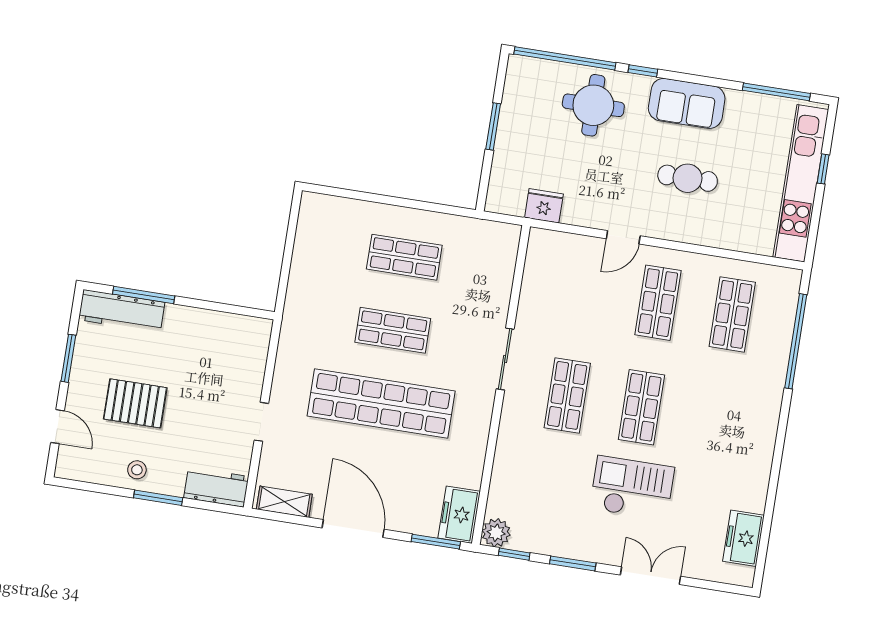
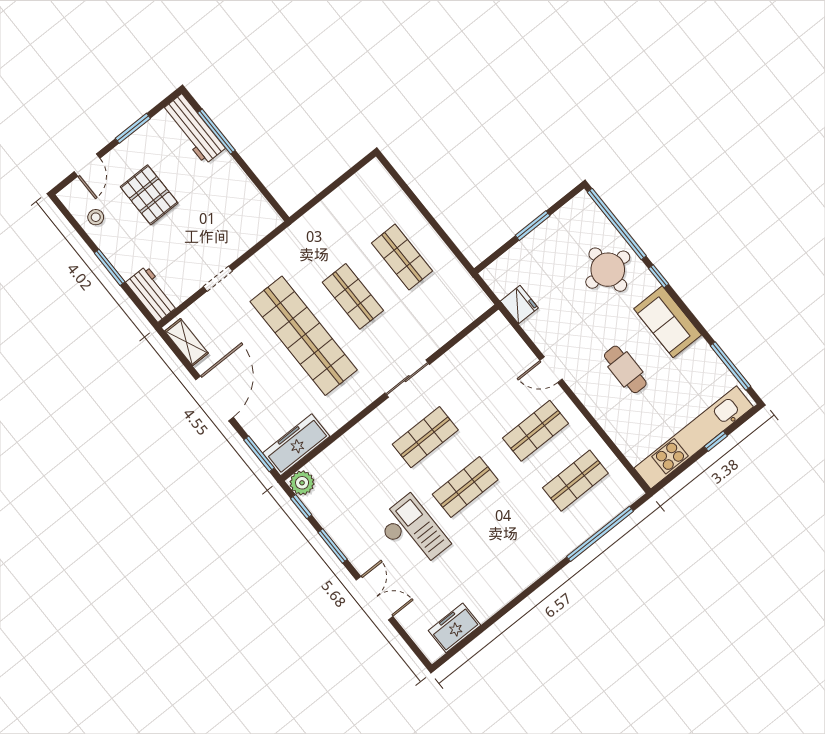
stool: (137, 470) -> (96, 217), moved
freezer: (459, 515) -> (296, 445), width x1.40

